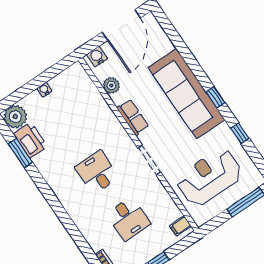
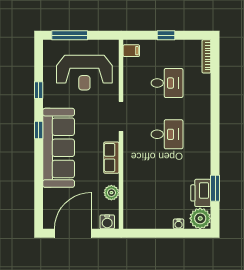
water cooler: (44, 90) -> (179, 224), moved
desk: (97, 172) -> (167, 134), turned -90
desk: (128, 219) -> (167, 83), turned 90

